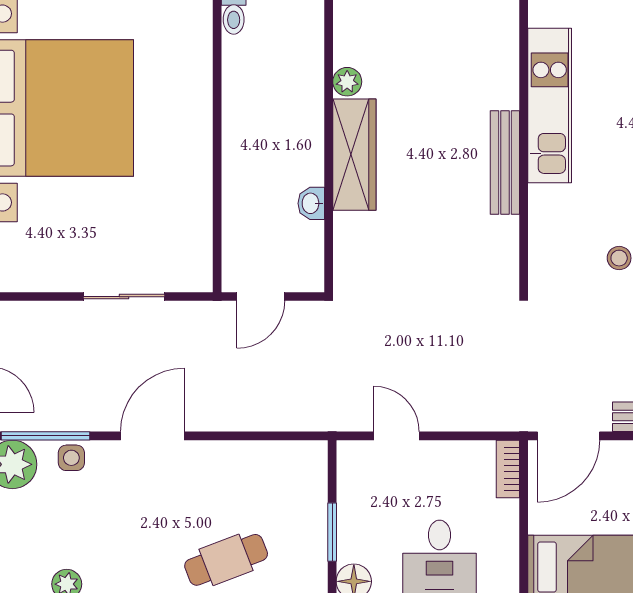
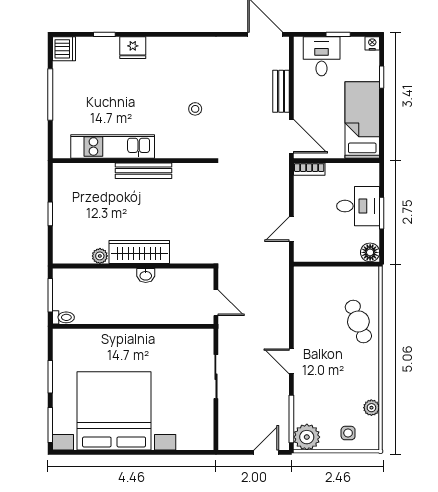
washbasin: (311, 203) -> (146, 275), moved
door: (152, 436) -> (291, 361), width x0.73
side table: (71, 458) -> (348, 433), moved
window: (332, 532) -> (343, 264), removed

